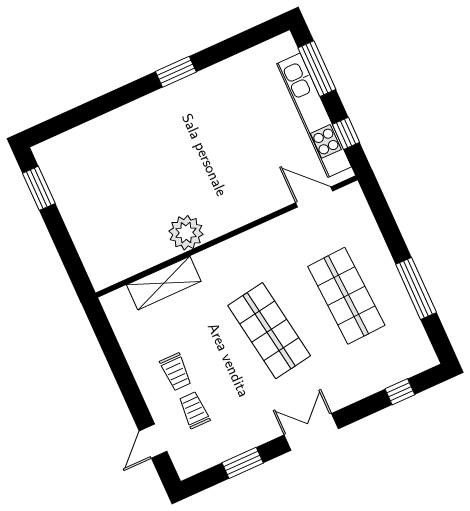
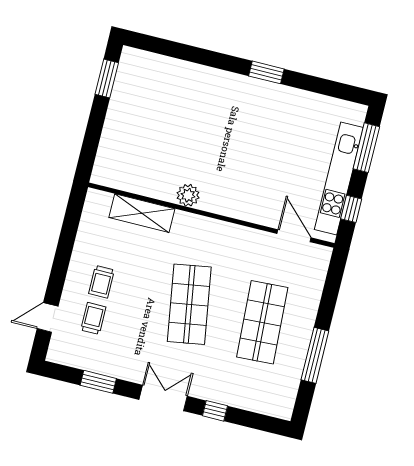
plant: (186, 233) -> (188, 195), width x0.73, depth x0.73
window: (400, 392) -> (215, 411), moved

